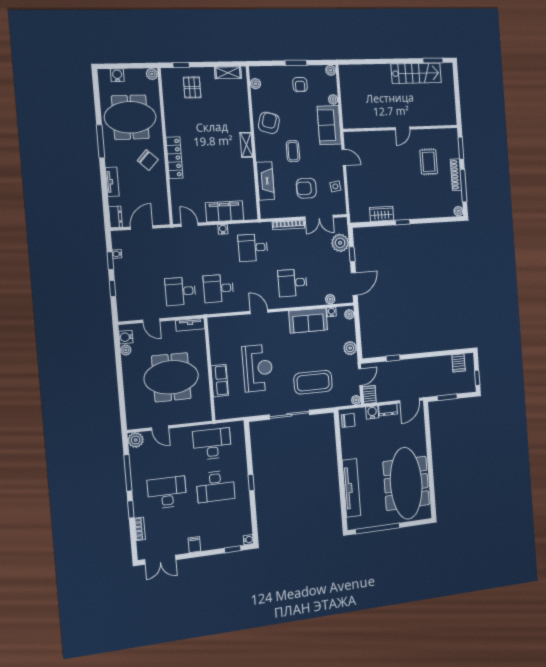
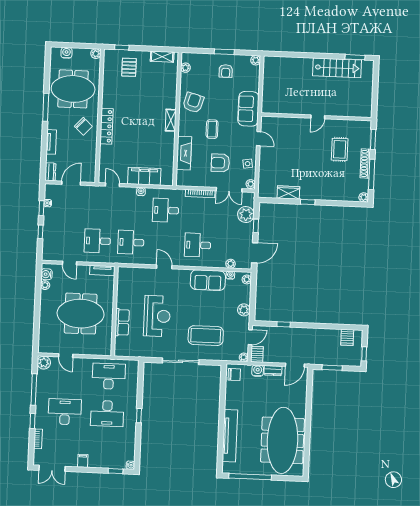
plant: (333, 99) -> (251, 184), moved

